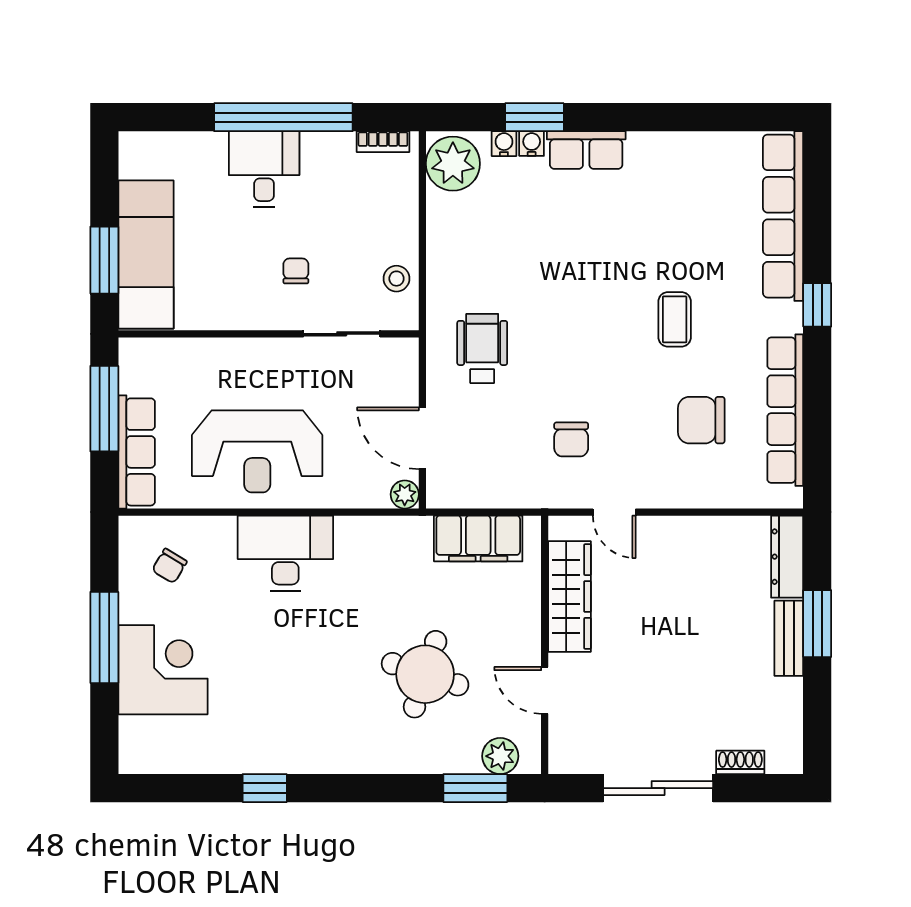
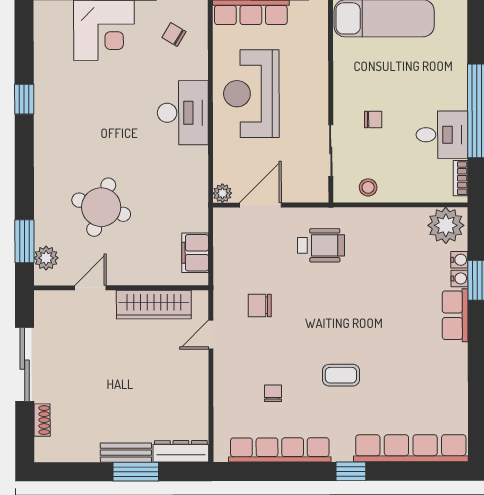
desk: (264, 169) -> (442, 135), moved
chair: (701, 420) -> (273, 393), width x0.54, depth x0.54
filing cabinet: (478, 538) -> (195, 253), width x0.67, depth x0.86

